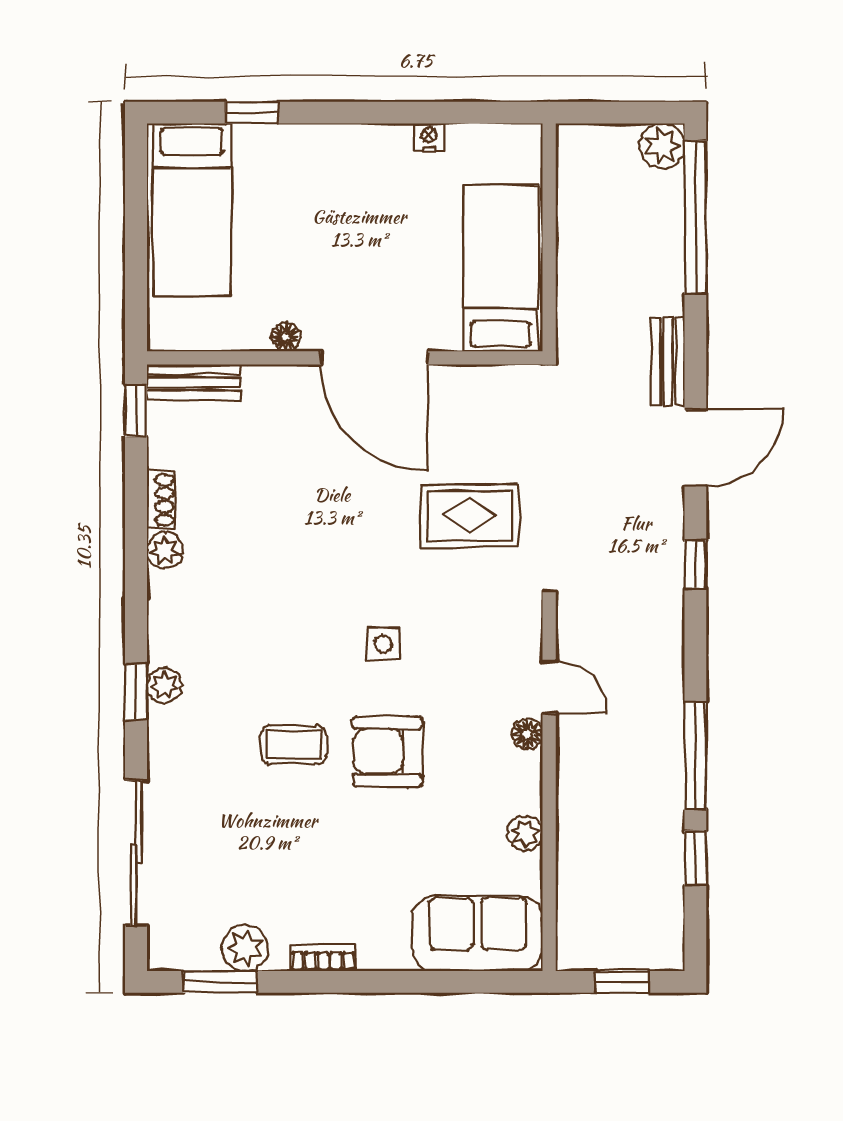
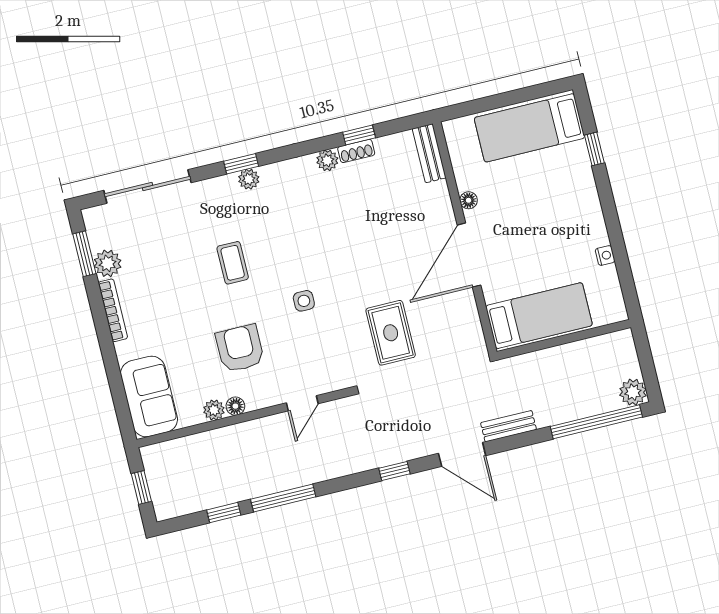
window: (136, 411) -> (359, 135), moved
floor lamp: (527, 734) -> (235, 406), moved
armchair: (388, 751) -> (240, 348), moved
bookcase: (323, 958) -> (113, 310), width x1.56

